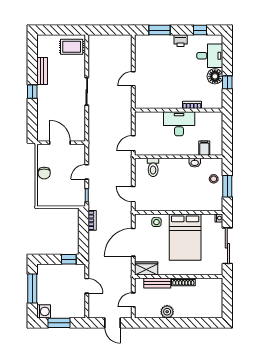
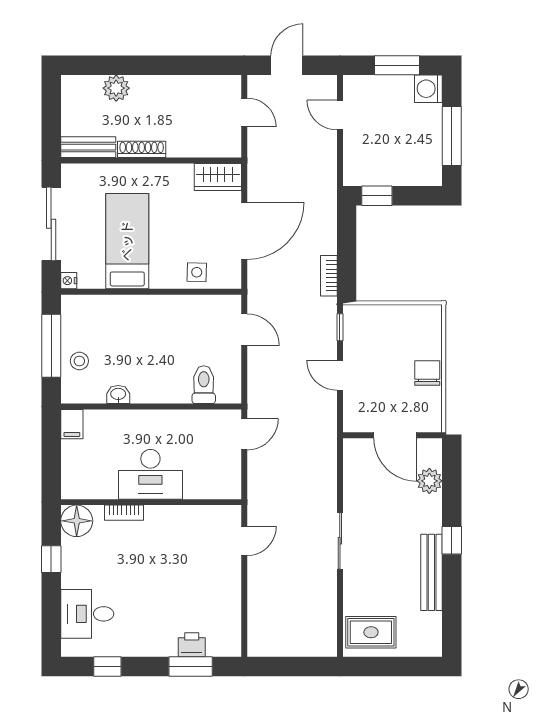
printer: (181, 41) -> (192, 645), moved
bench: (42, 71) -> (431, 572), width x1.36
floor lamp: (215, 76) -> (77, 521), moved
door: (133, 79) -> (244, 541), moved
plant: (43, 120) -> (429, 481), added
filing cabinet: (204, 148) -> (72, 424), moved
door: (87, 172) -> (340, 375), swing flipped
window: (227, 186) -> (51, 346), width x1.44
bed: (185, 237) -> (127, 241), width x0.67
bench: (157, 283) -> (88, 147), moved
door: (87, 286) -> (340, 115), moved
door: (133, 300) -> (244, 112), hinge flipped
plant: (167, 312) -> (116, 88), moved
door: (113, 323) -> (287, 65), hinge flipped

